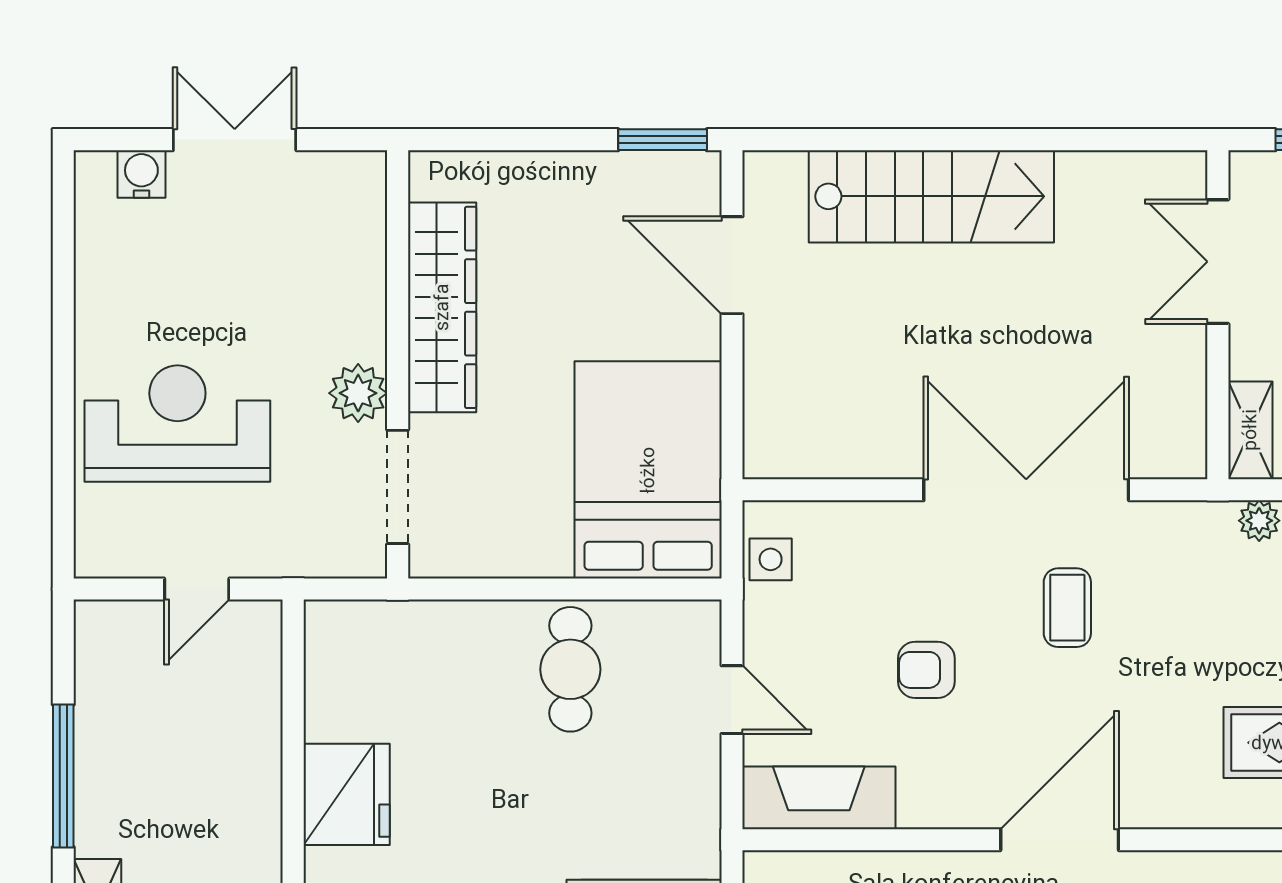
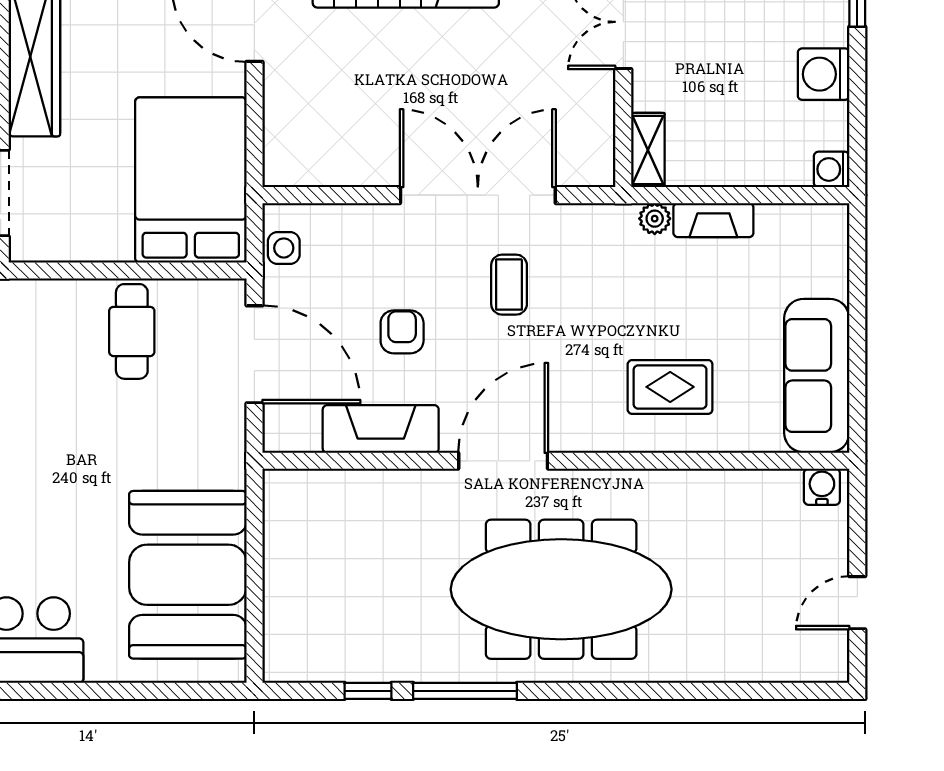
armchair: (926, 670) -> (402, 332), turned 90
door: (732, 700) -> (254, 354), width x1.87
fireplace: (819, 798) -> (381, 429), moved

